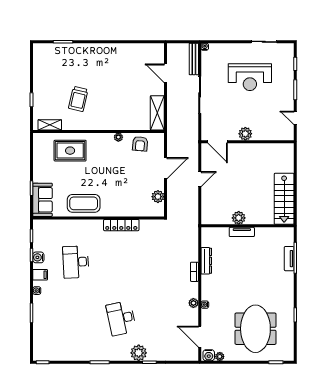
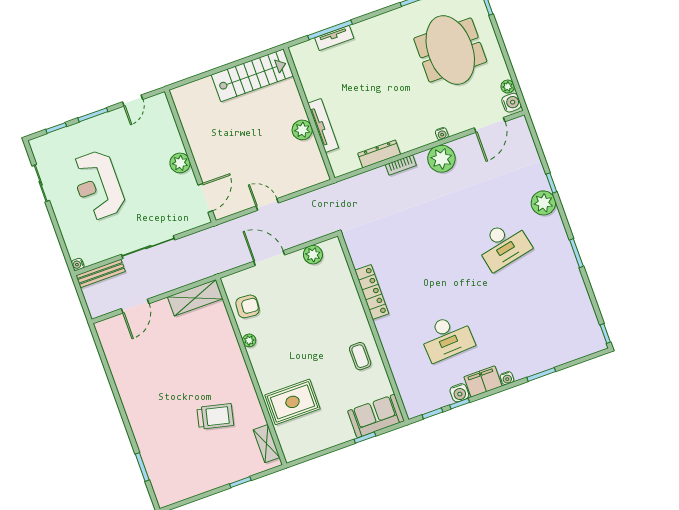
reception desk: (250, 77) -> (98, 185), turned 180
rug: (70, 151) -> (292, 402), turned 90
coffee table: (84, 203) -> (360, 356), width x0.54, depth x0.58
tv unit: (242, 232) -> (323, 125), width x1.41
filing cabinet: (40, 275) -> (483, 382), width x2.00
plant: (193, 303) -> (441, 159), width x1.88, depth x1.88
meeting table: (255, 329) -> (450, 50), turned 90

